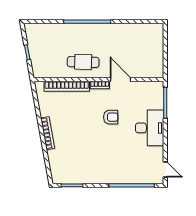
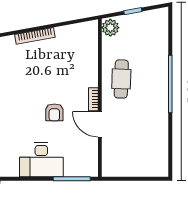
plant: (41, 71) -> (110, 28), added
door: (121, 80) -> (100, 124), swing flipped
bookcase: (67, 86) -> (92, 59), removed

